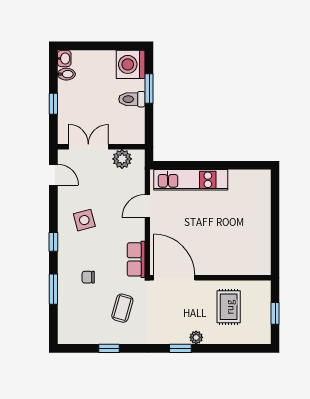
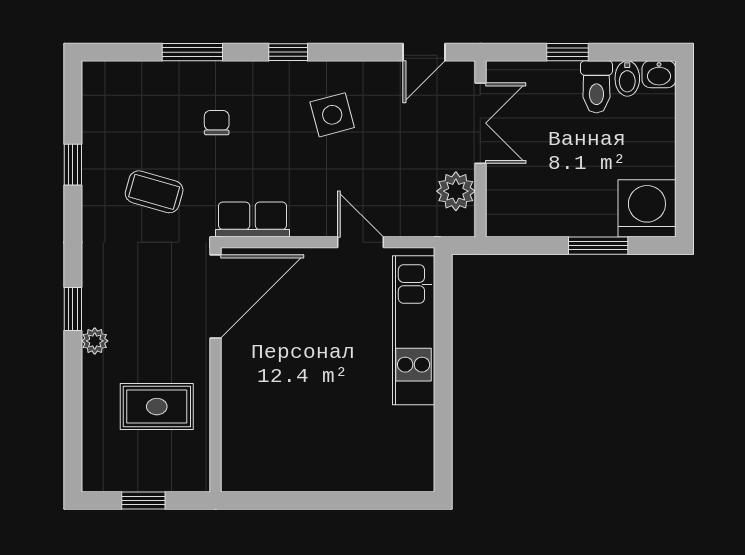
toilet: (132, 99) -> (596, 87), moved, turned 180

